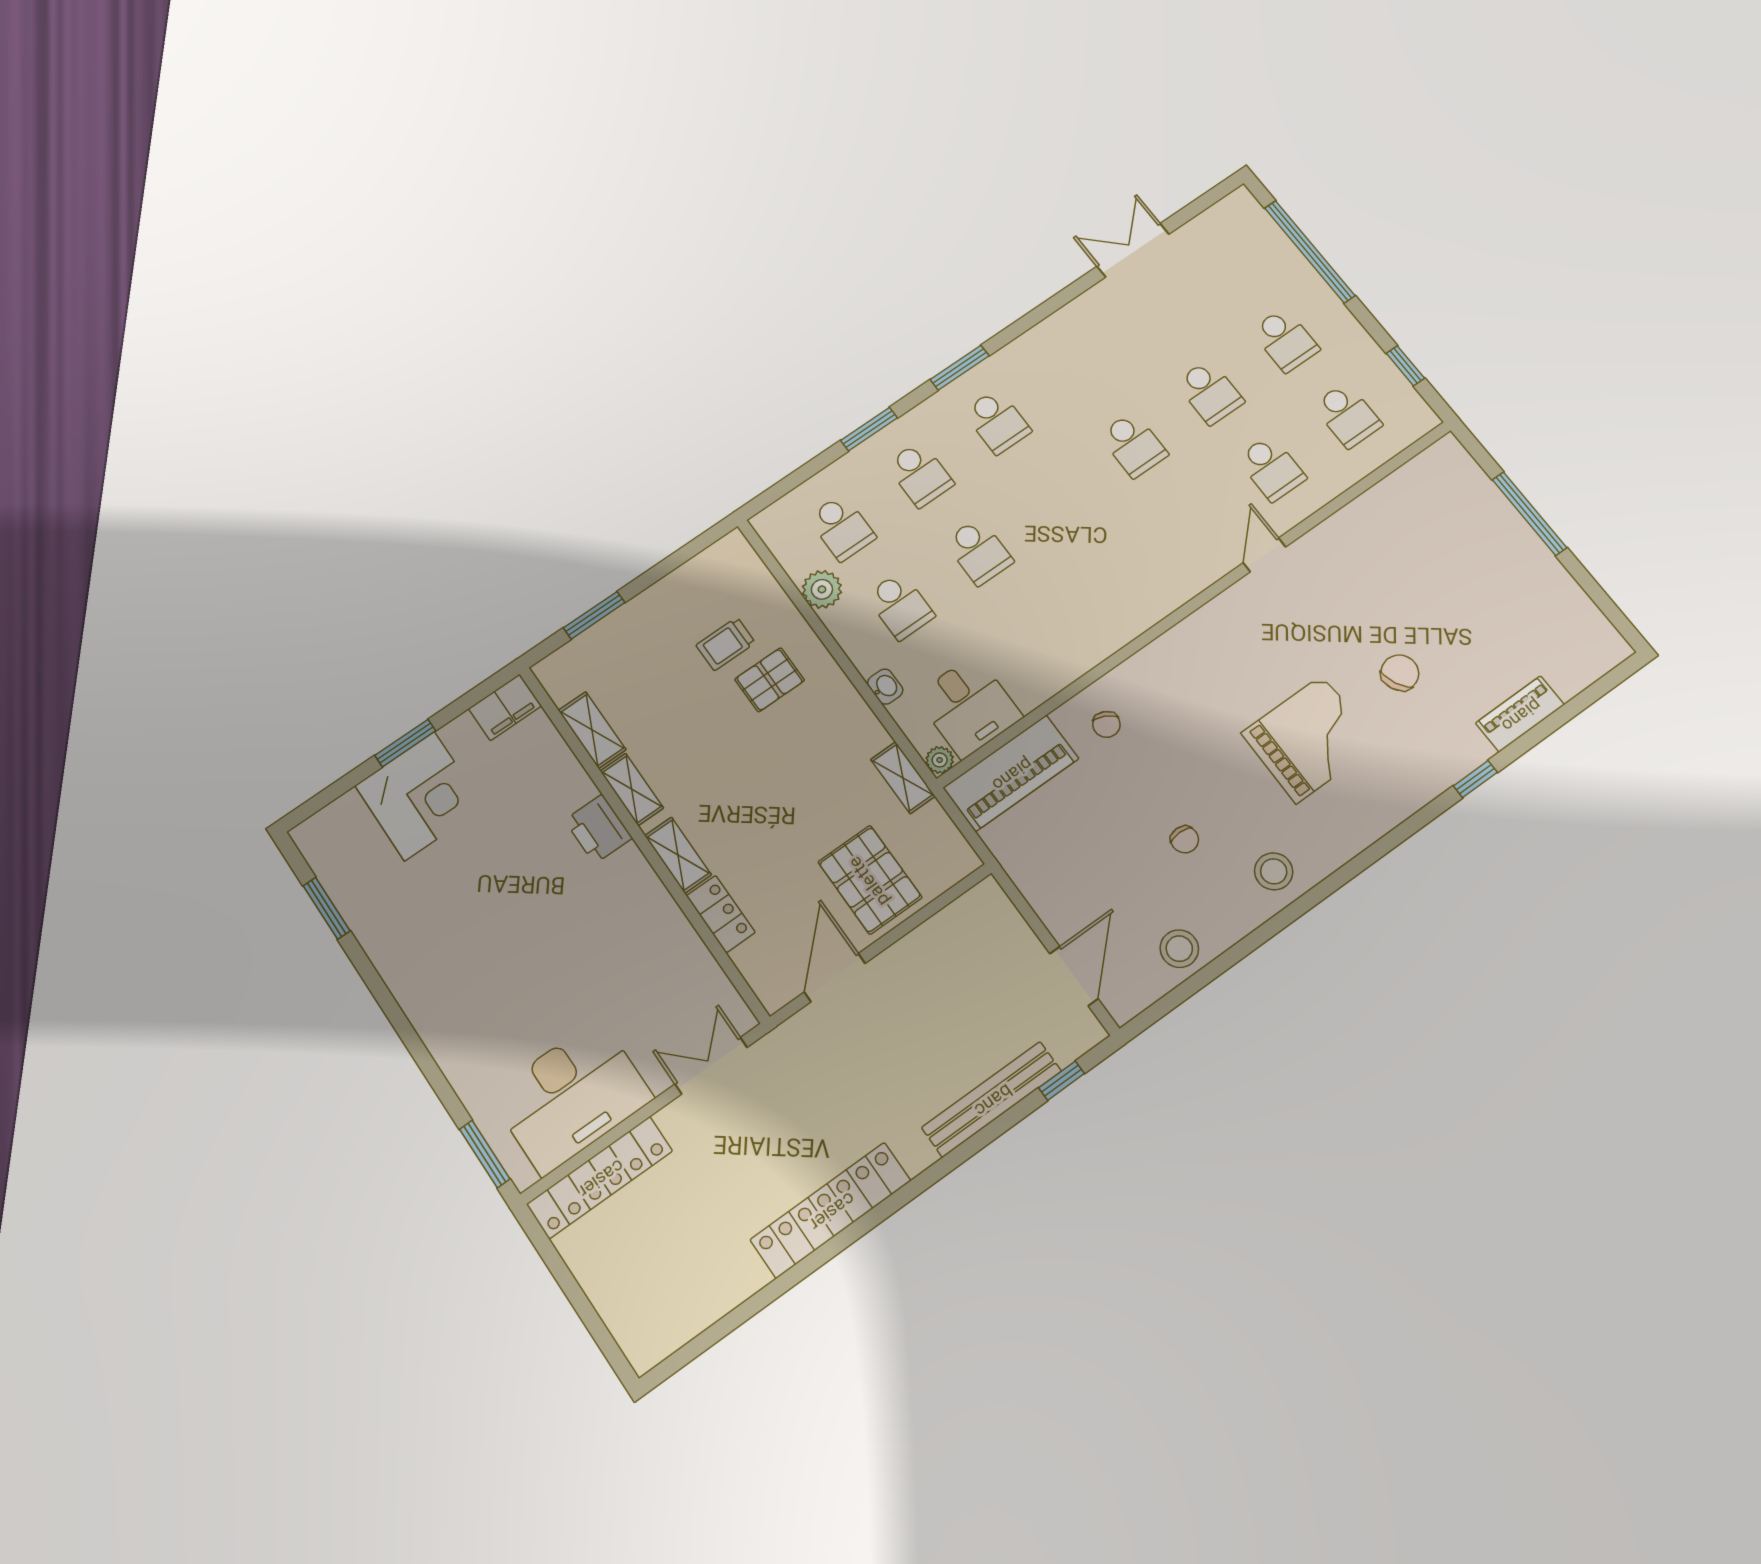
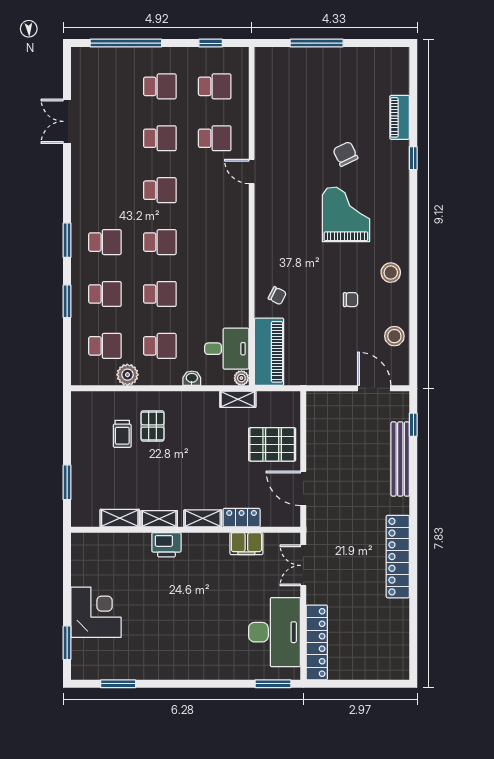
school desk: (1057, 498) -> (160, 242), added
filing cabinet: (505, 707) -> (246, 544), moved, turned 90
window: (405, 743) -> (67, 643), moved

